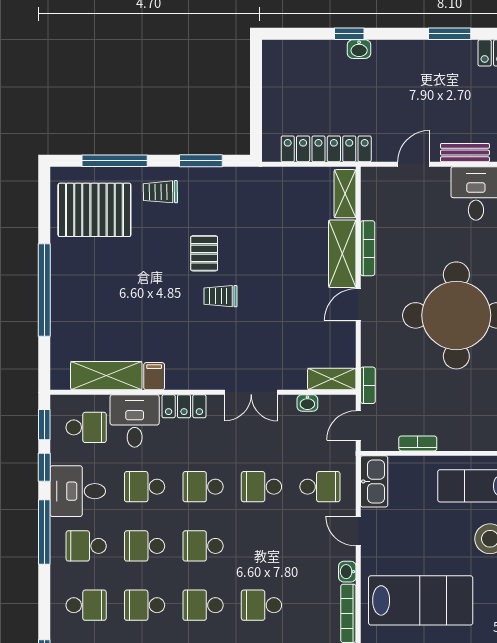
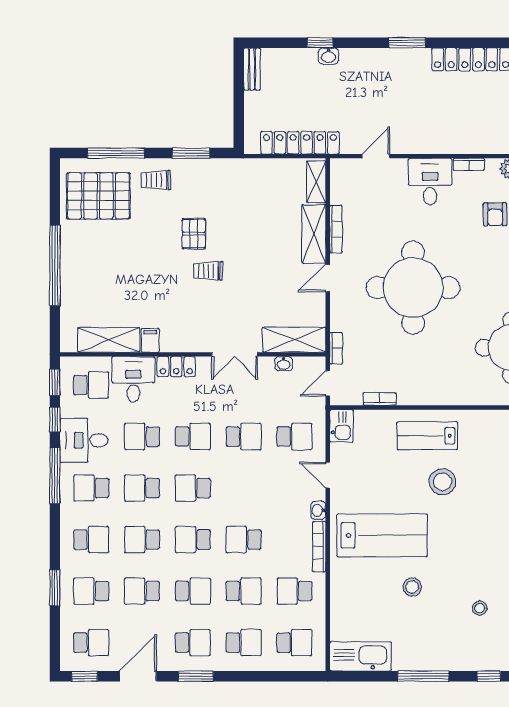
bench: (465, 153) -> (252, 69), moved, turned 90
shelving: (332, 379) -> (294, 340), width x1.50, depth x1.33
kitchen sink: (374, 481) -> (342, 426), width x0.73
school desk: (203, 487) -> (193, 436), turned 180
school desk: (261, 487) -> (244, 436), turned 180

